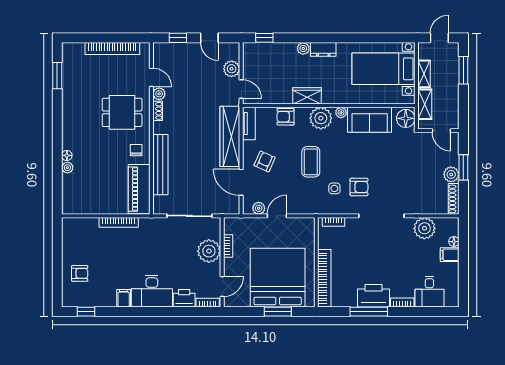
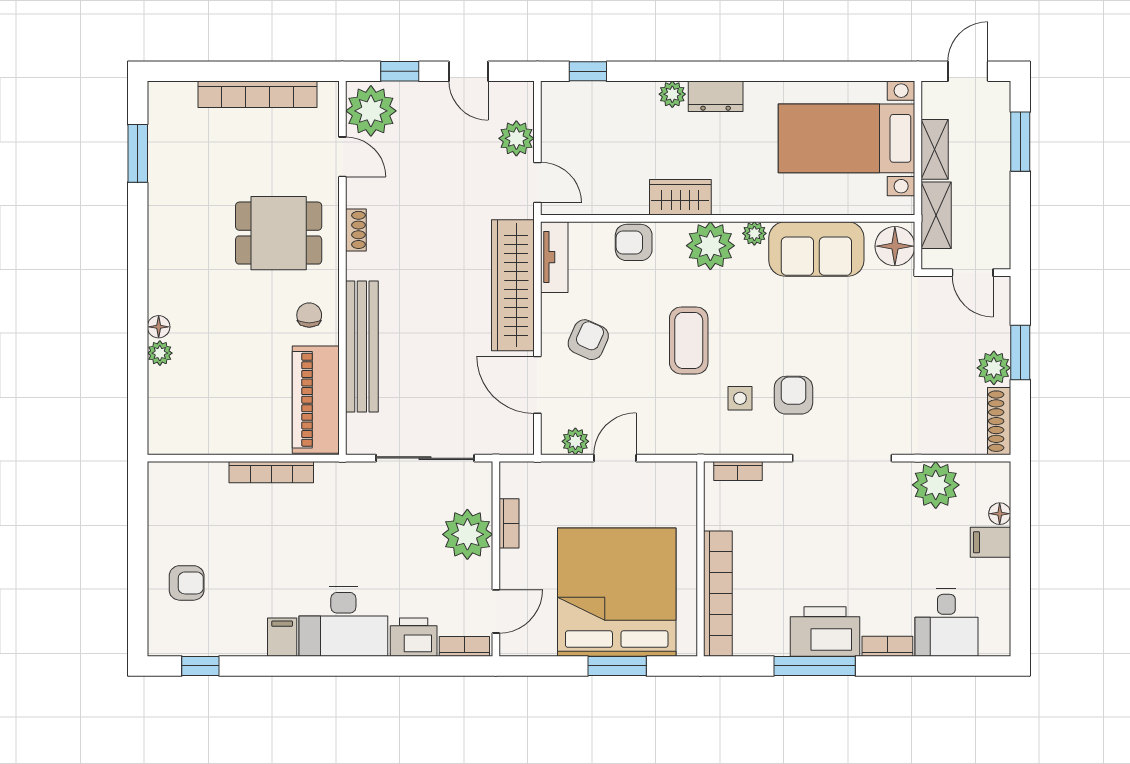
plant: (159, 94) -> (371, 111), moved, width x1.87, depth x1.87
armchair: (359, 187) -> (793, 395), turned -90

